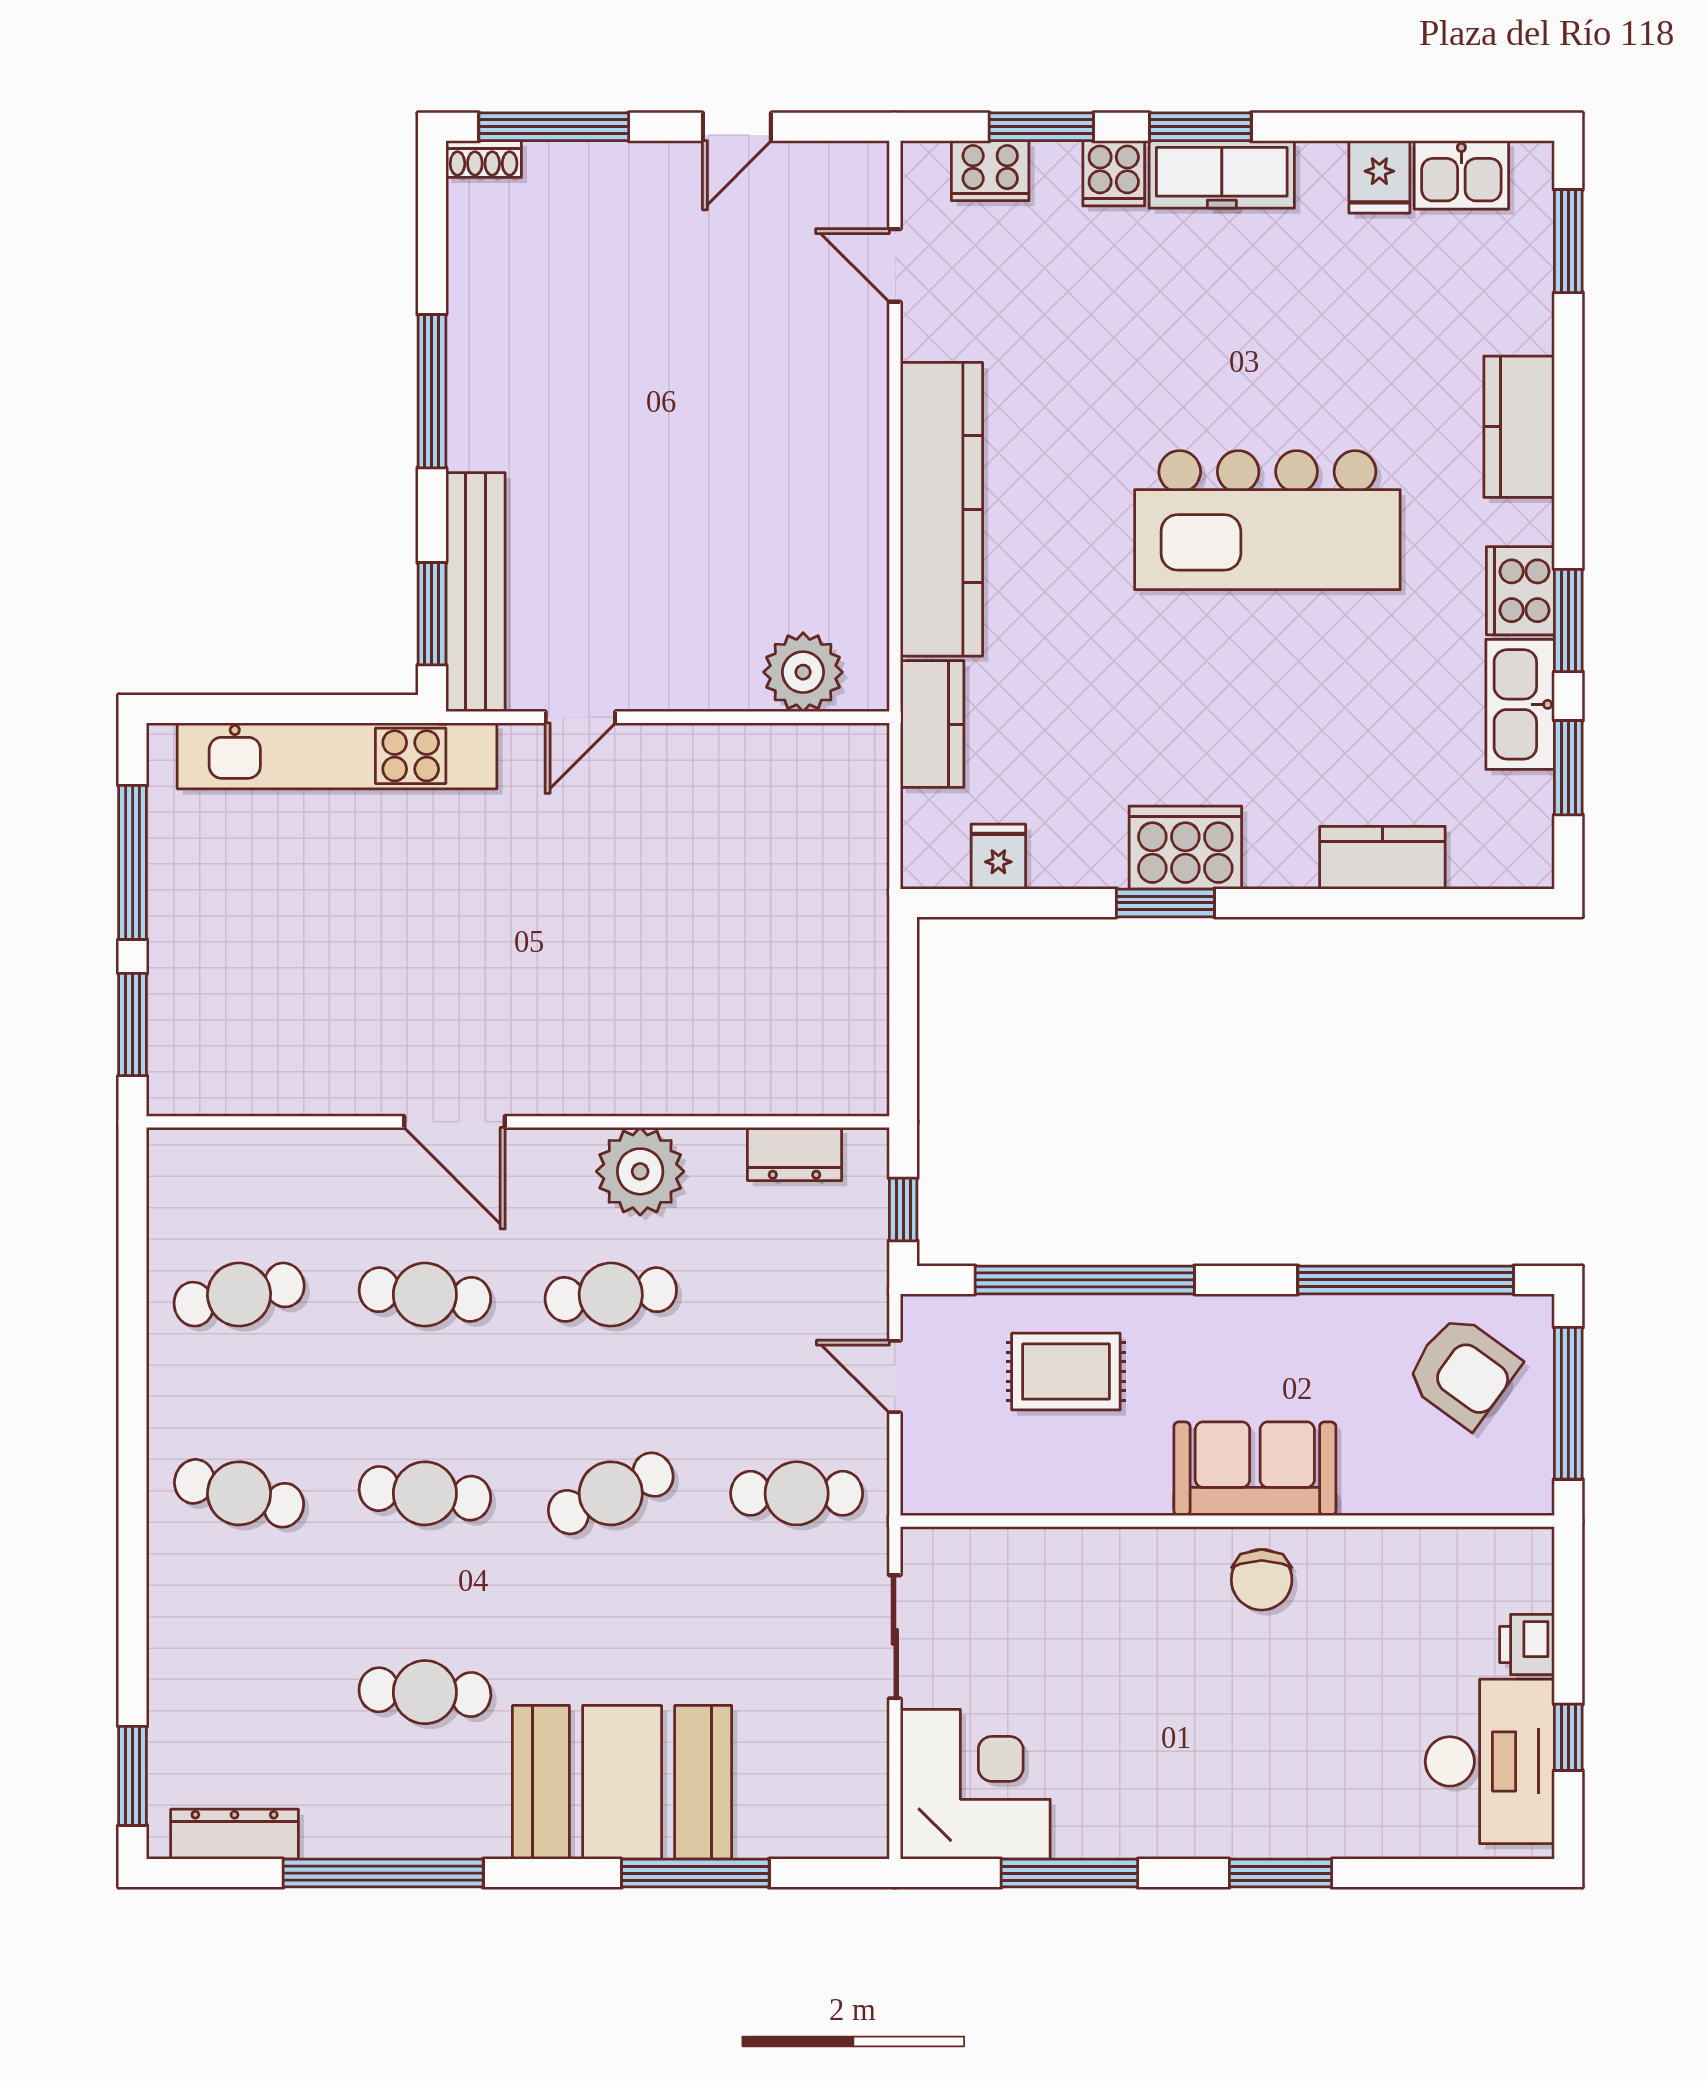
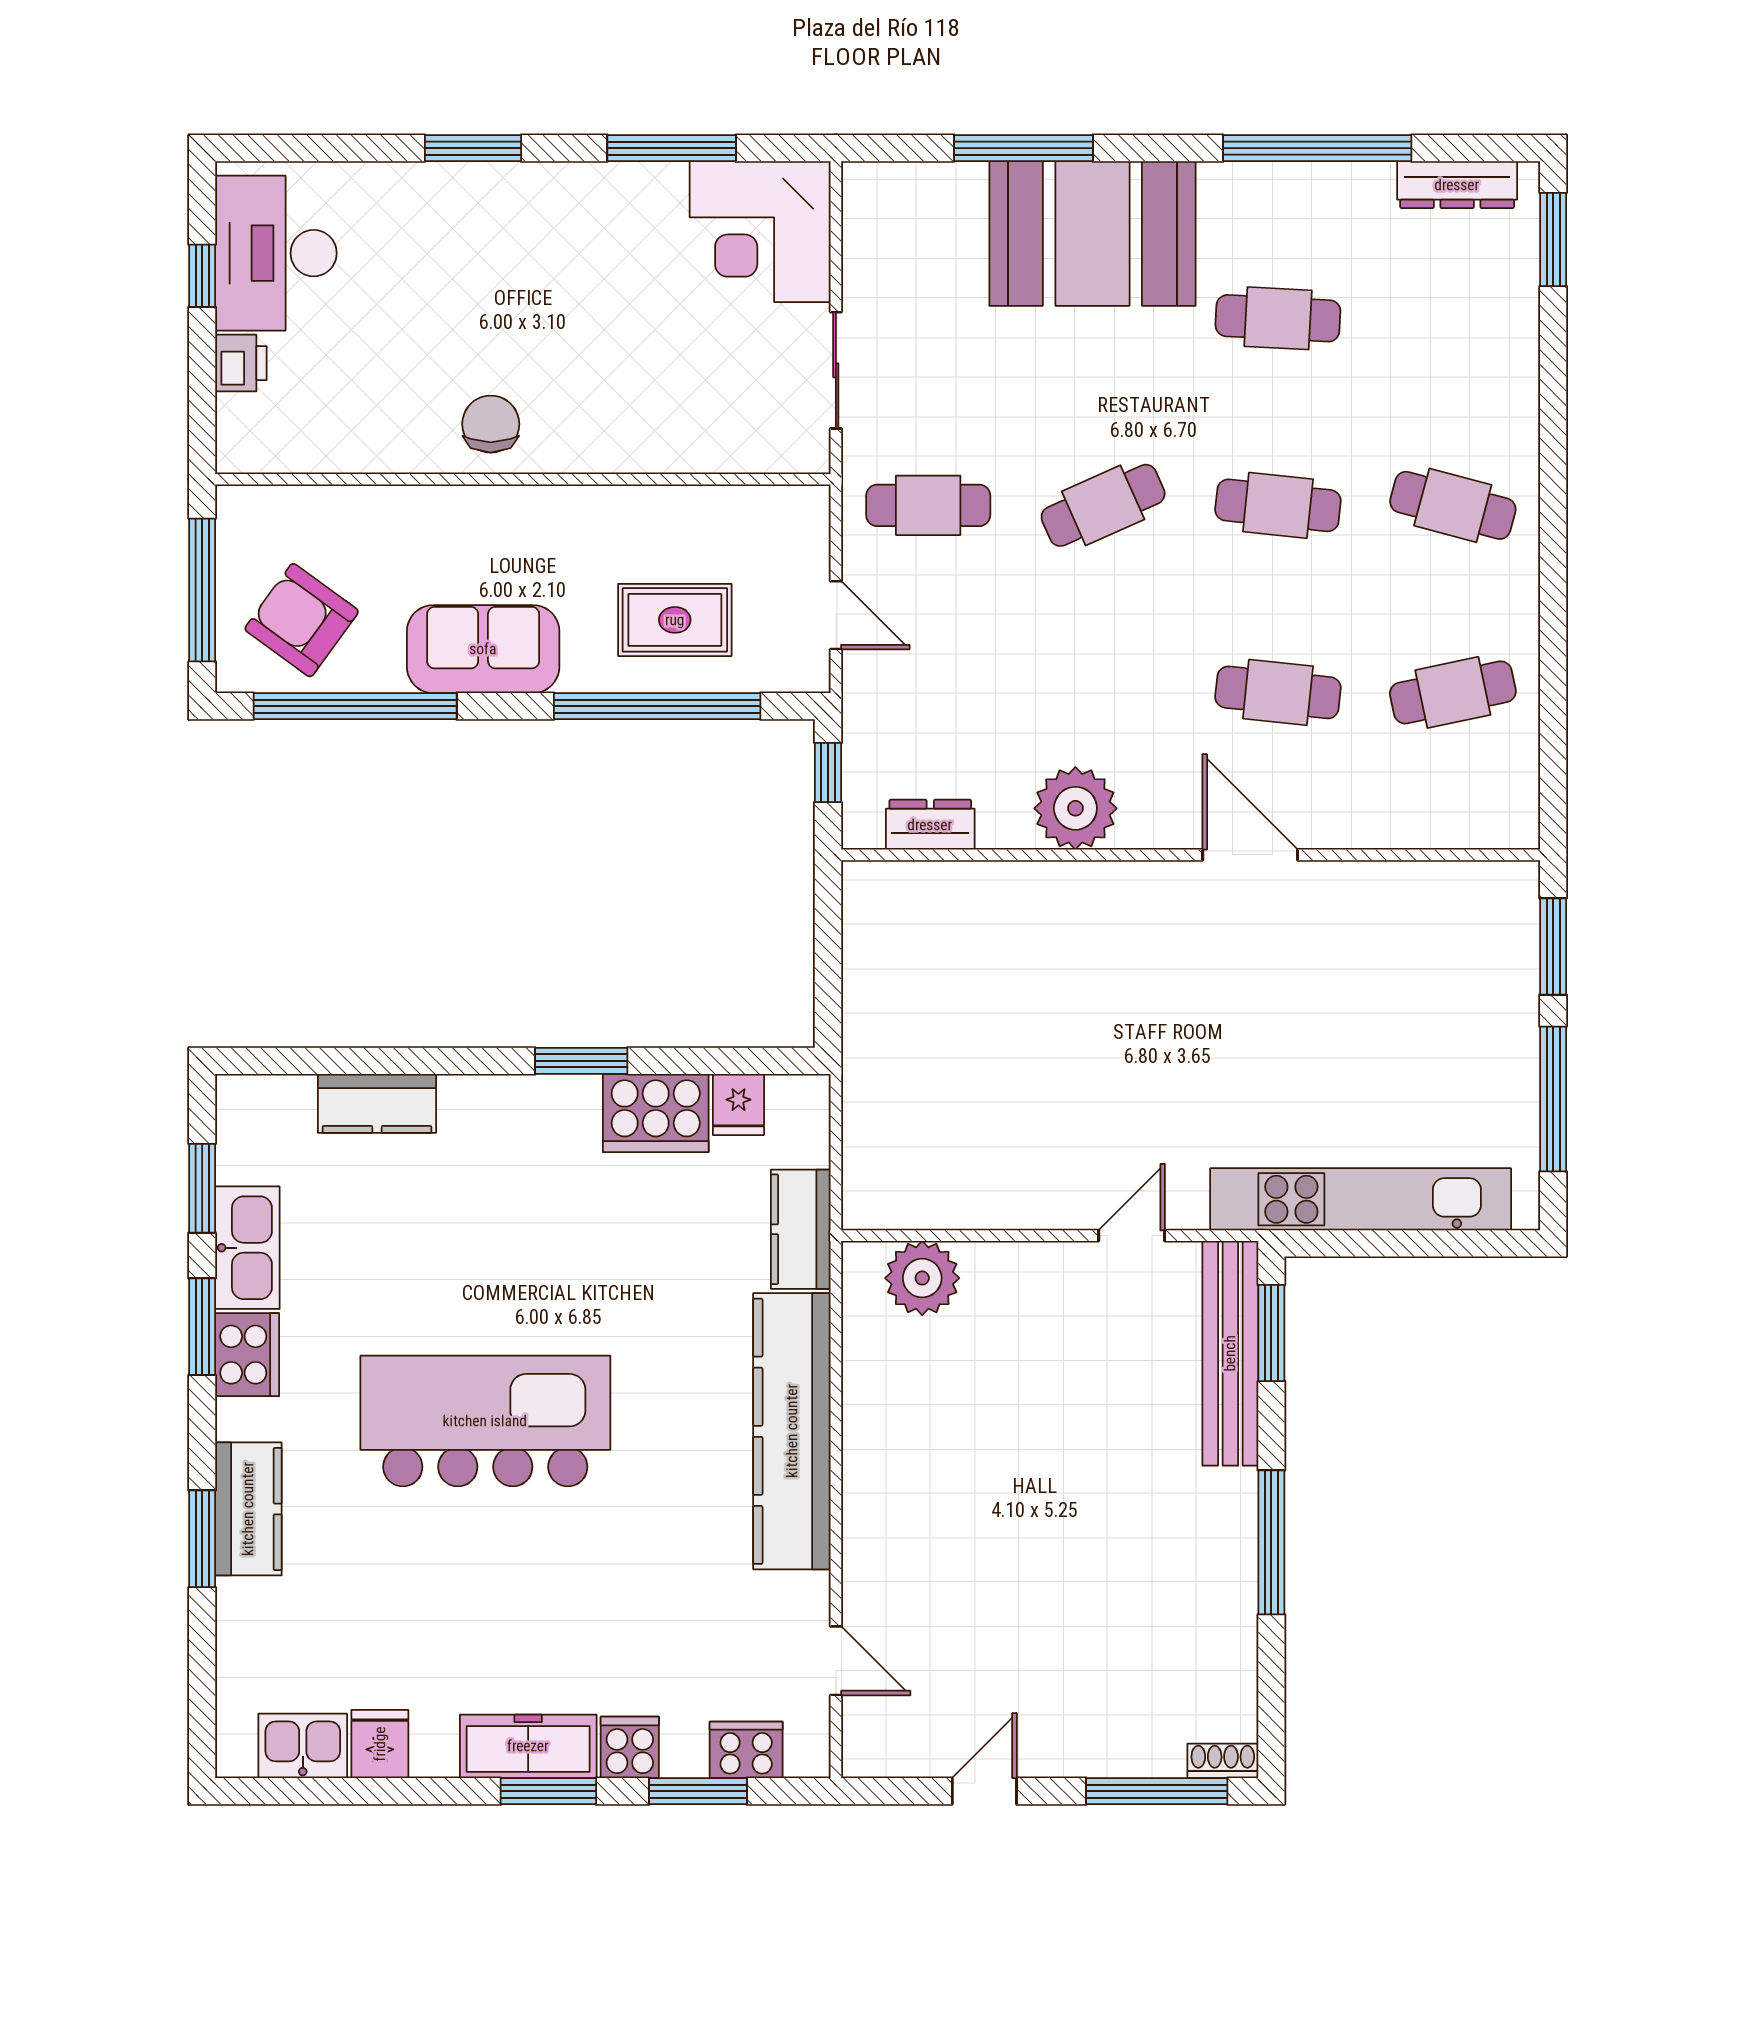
window: (1568, 241) -> (202, 1539), moved
cooker: (1185, 848) -> (656, 1113), moved
cafe table: (611, 1295) -> (1103, 692), removed
sofa: (1255, 1469) -> (483, 649), moved, turned 180

